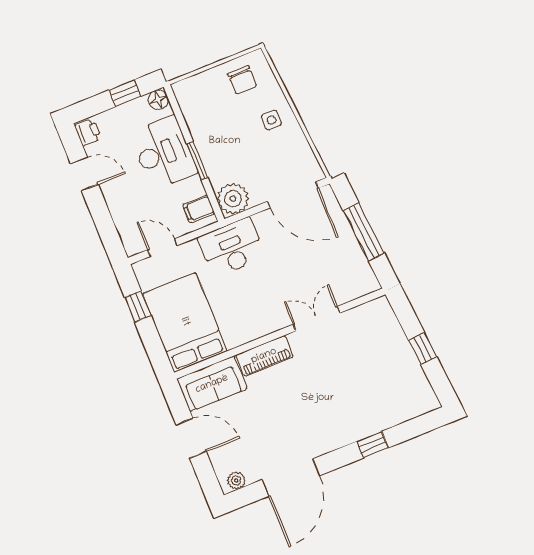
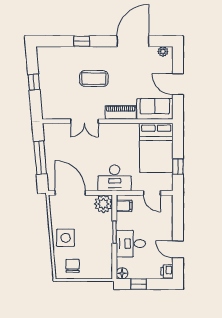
side table: (271, 120) -> (66, 238), width x1.87, depth x1.87
desk: (163, 153) -> (131, 244), width x0.73
coffee table: (329, 393) -> (94, 79), added

